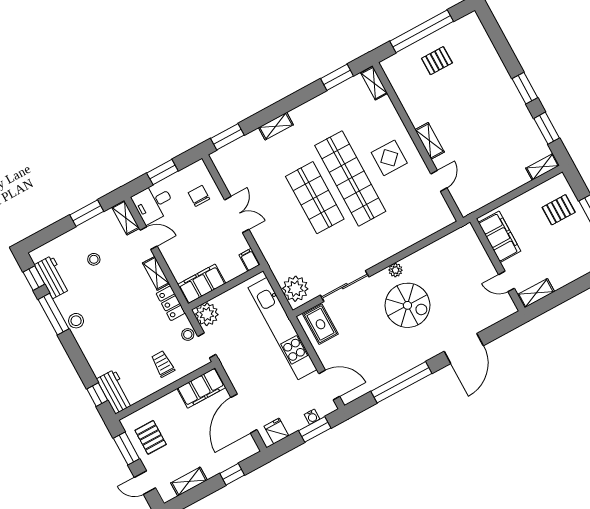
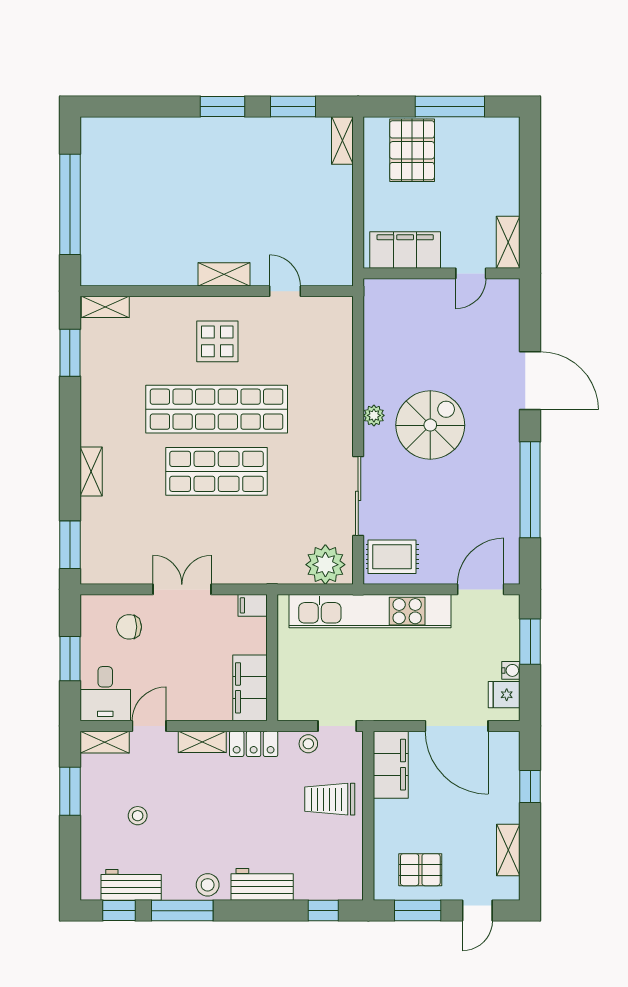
pallet: (437, 61) -> (121, 205), removed
pallet: (559, 210) -> (412, 150), width x1.50, depth x1.42
plant: (207, 314) -> (295, 703), removed
trolley: (163, 364) -> (330, 799), width x1.36, depth x1.39
workbench: (115, 392) -> (262, 884), moved
water cooler: (312, 417) -> (511, 670), moved

